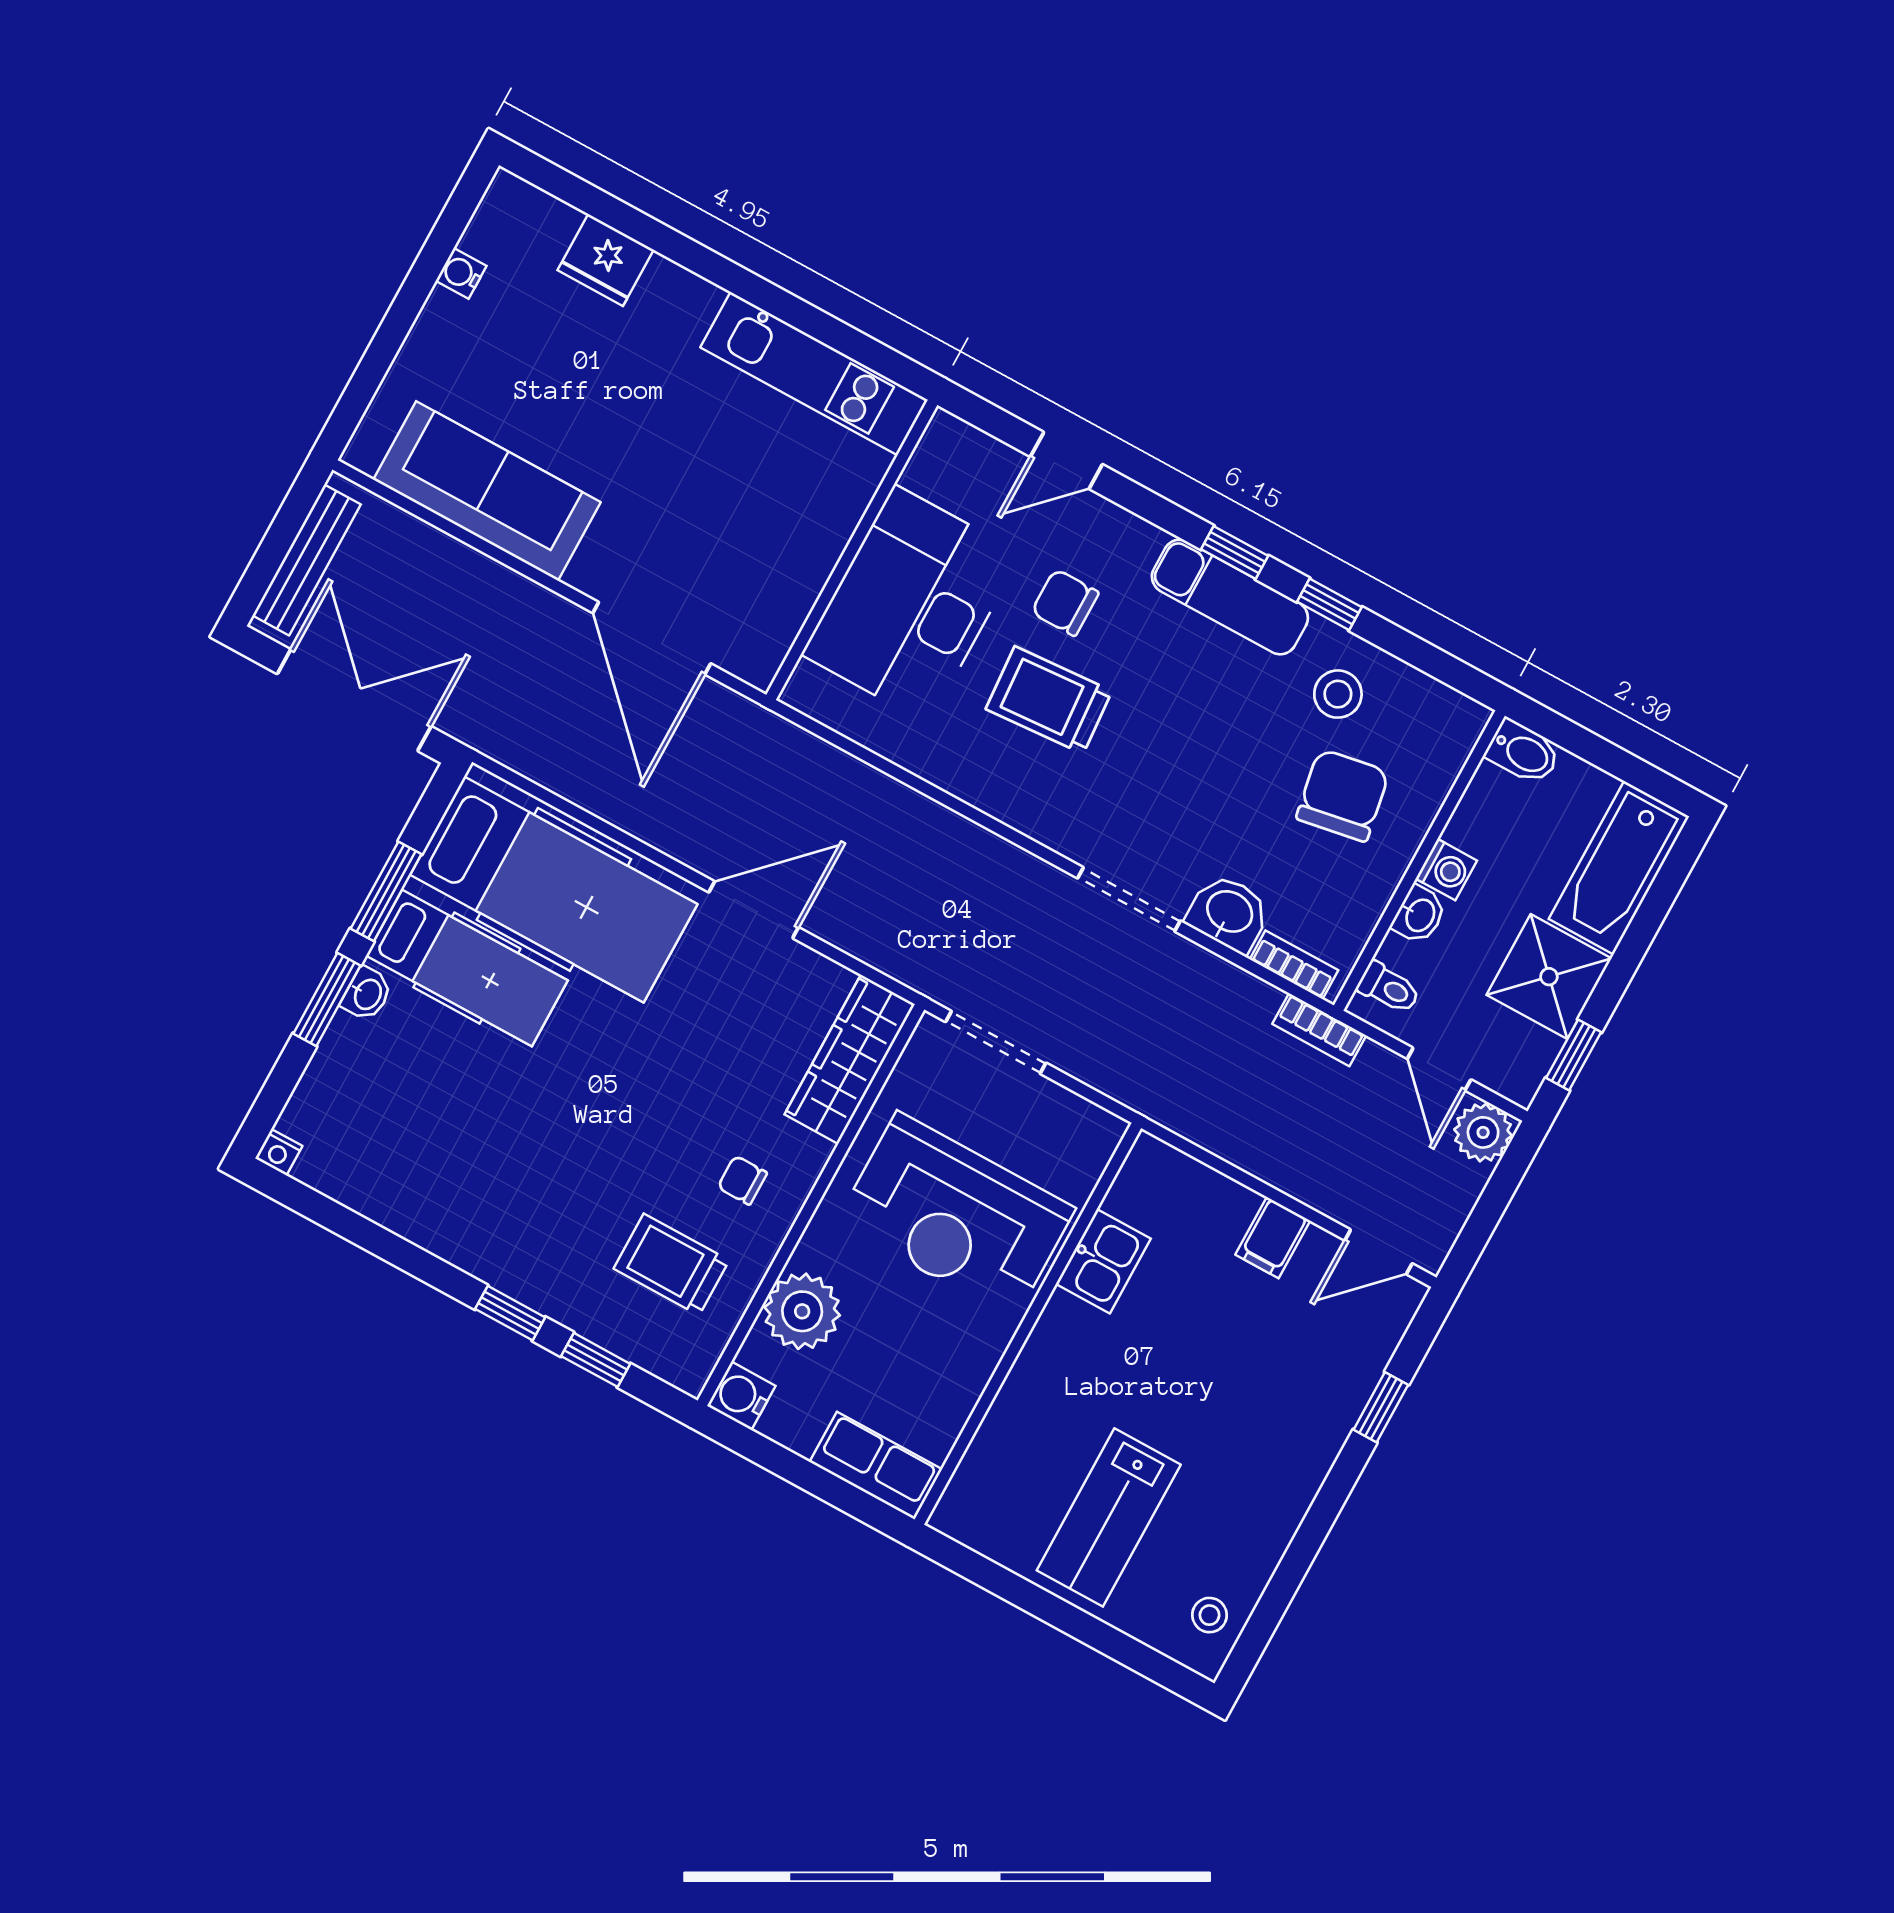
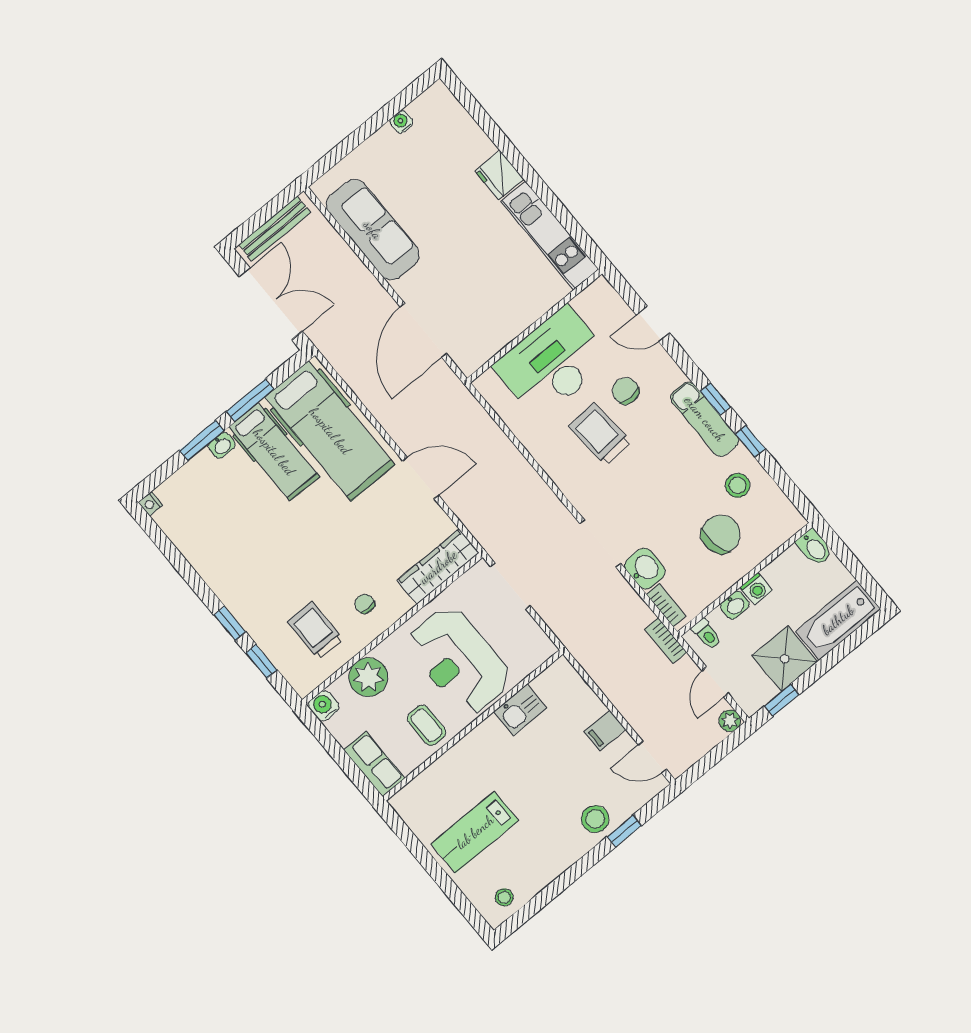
fridge: (606, 260) -> (499, 175), moved
plant: (1483, 1132) -> (730, 721), width x0.73, depth x0.73
coffee table: (943, 1357) -> (427, 725), added
stool: (1319, 1406) -> (595, 819), added

